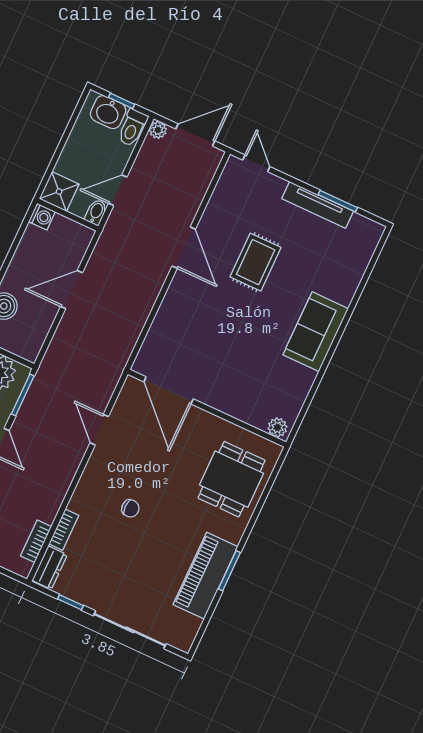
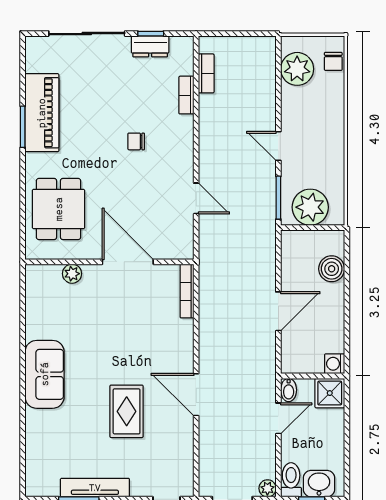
bookcase: (148, 348) -> (187, 291), added
door: (169, 390) -> (128, 262), moved
plant: (277, 427) -> (72, 274), moved
dresser: (50, 568) -> (150, 46), moved, turned -90

